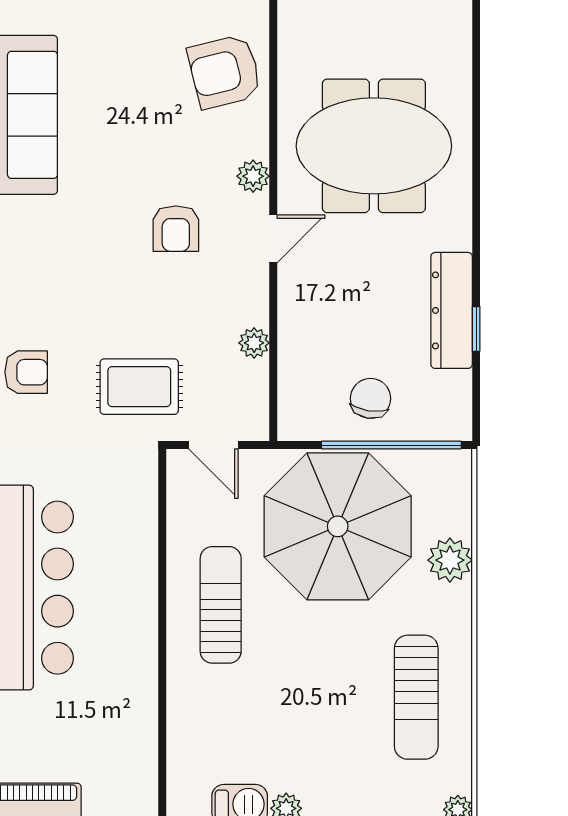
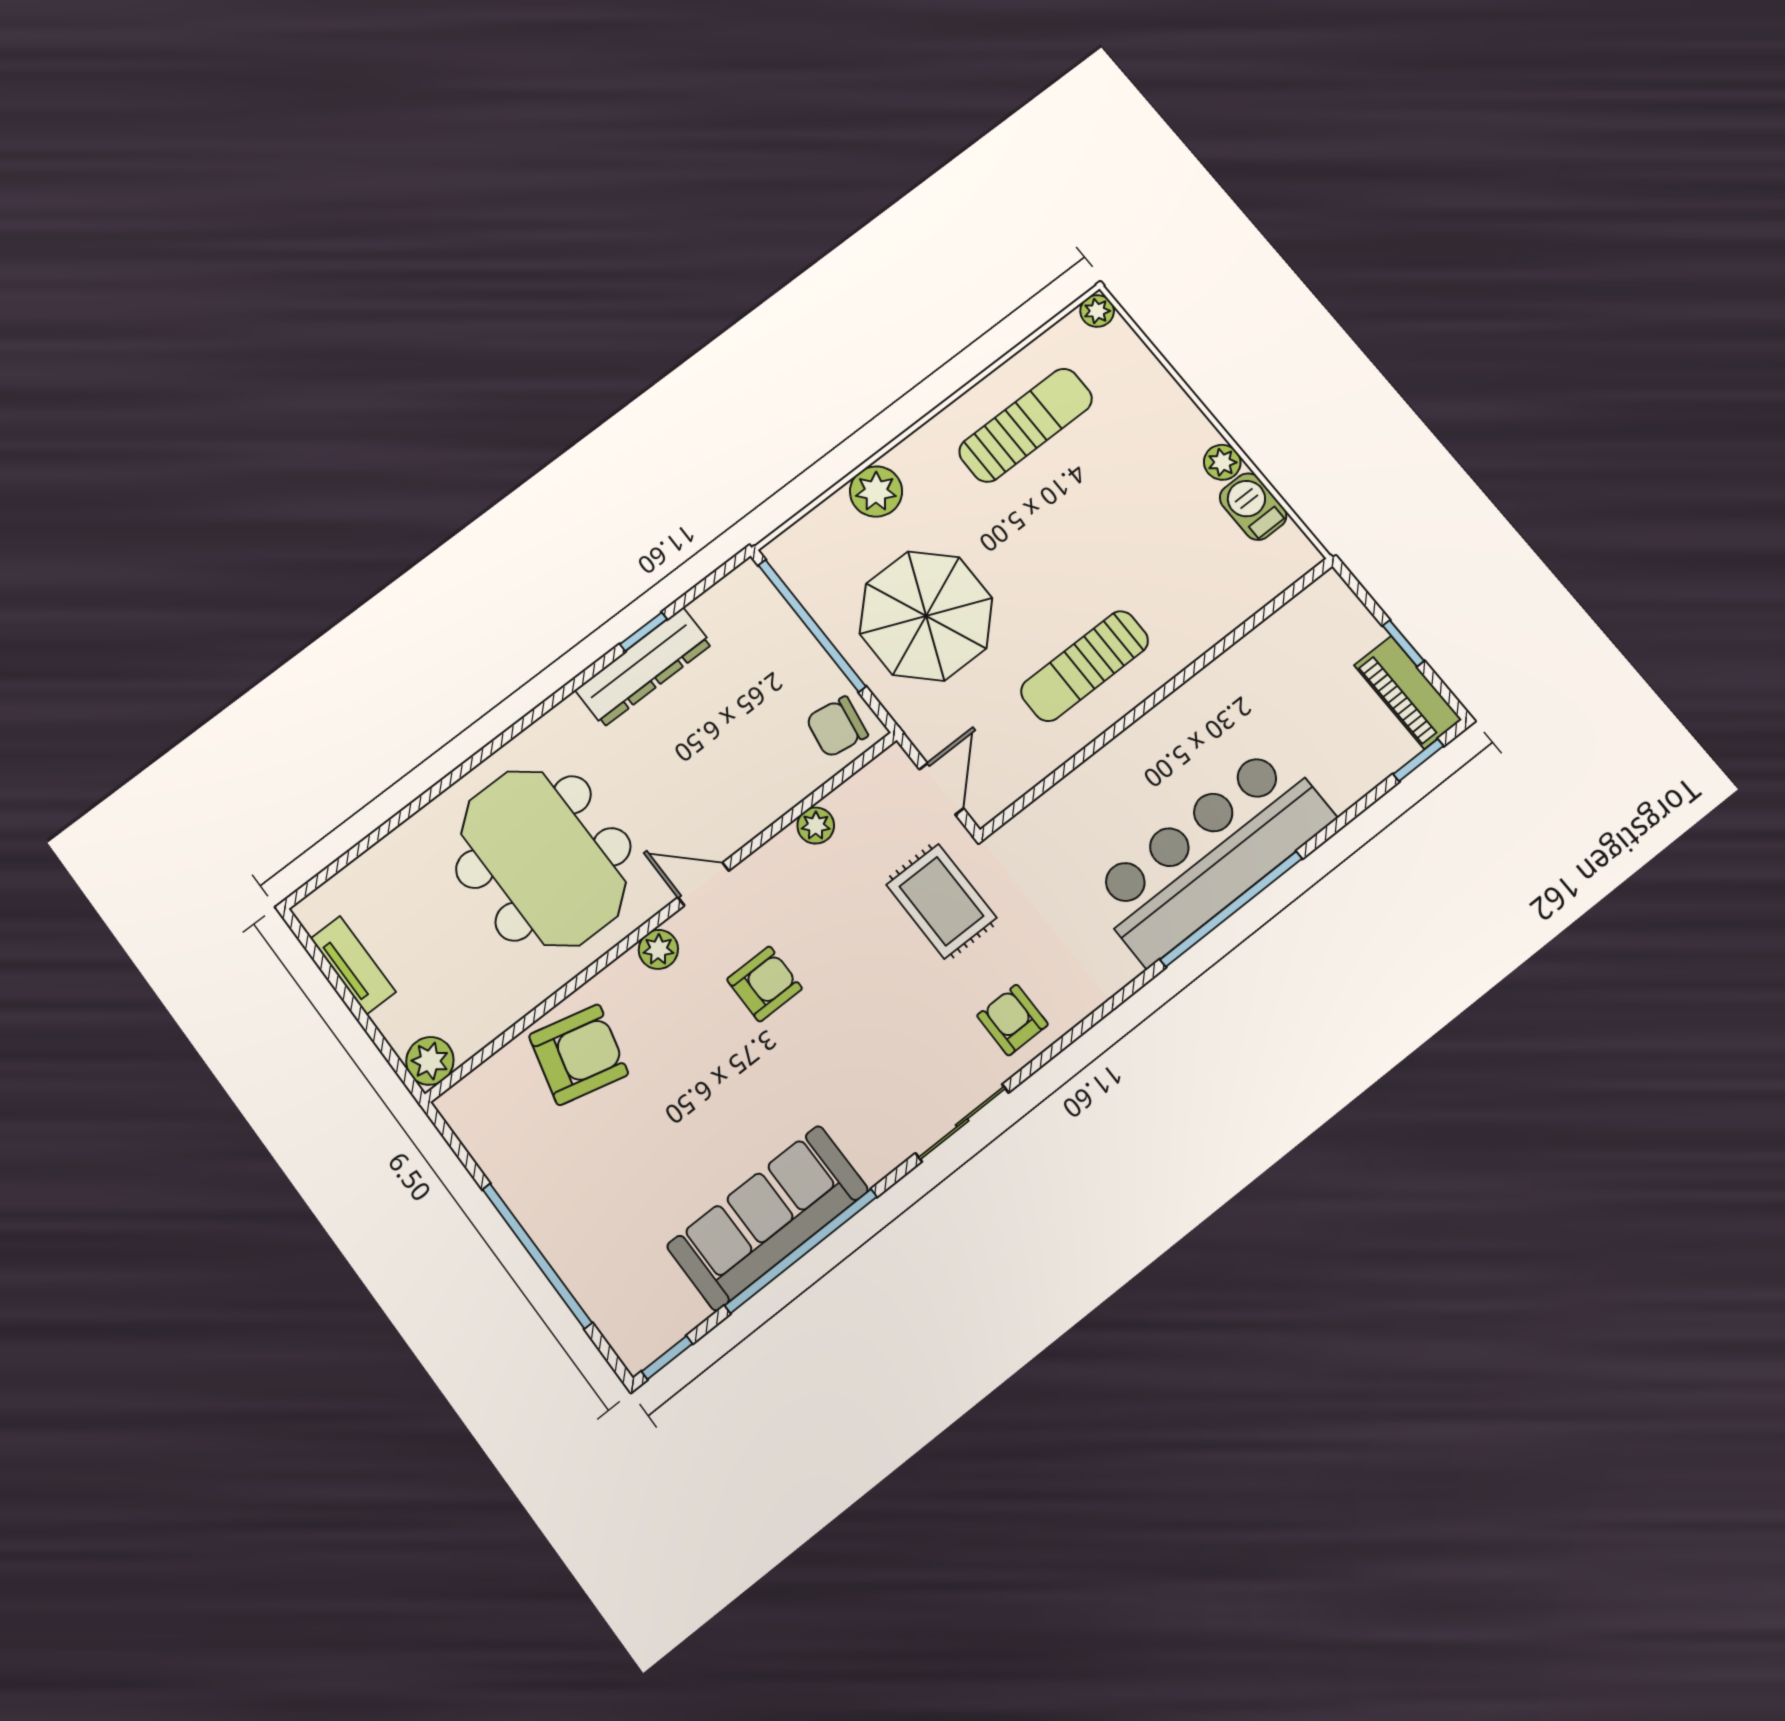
armchair: (225, 72) -> (579, 1055), turned -62
chair: (371, 398) -> (837, 727), moved
parasol: (338, 526) -> (926, 616), width x0.73, depth x0.73

